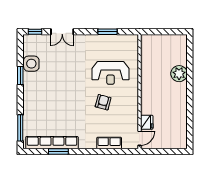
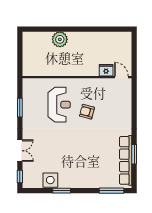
row of seats: (109, 143) -> (126, 106), removed

